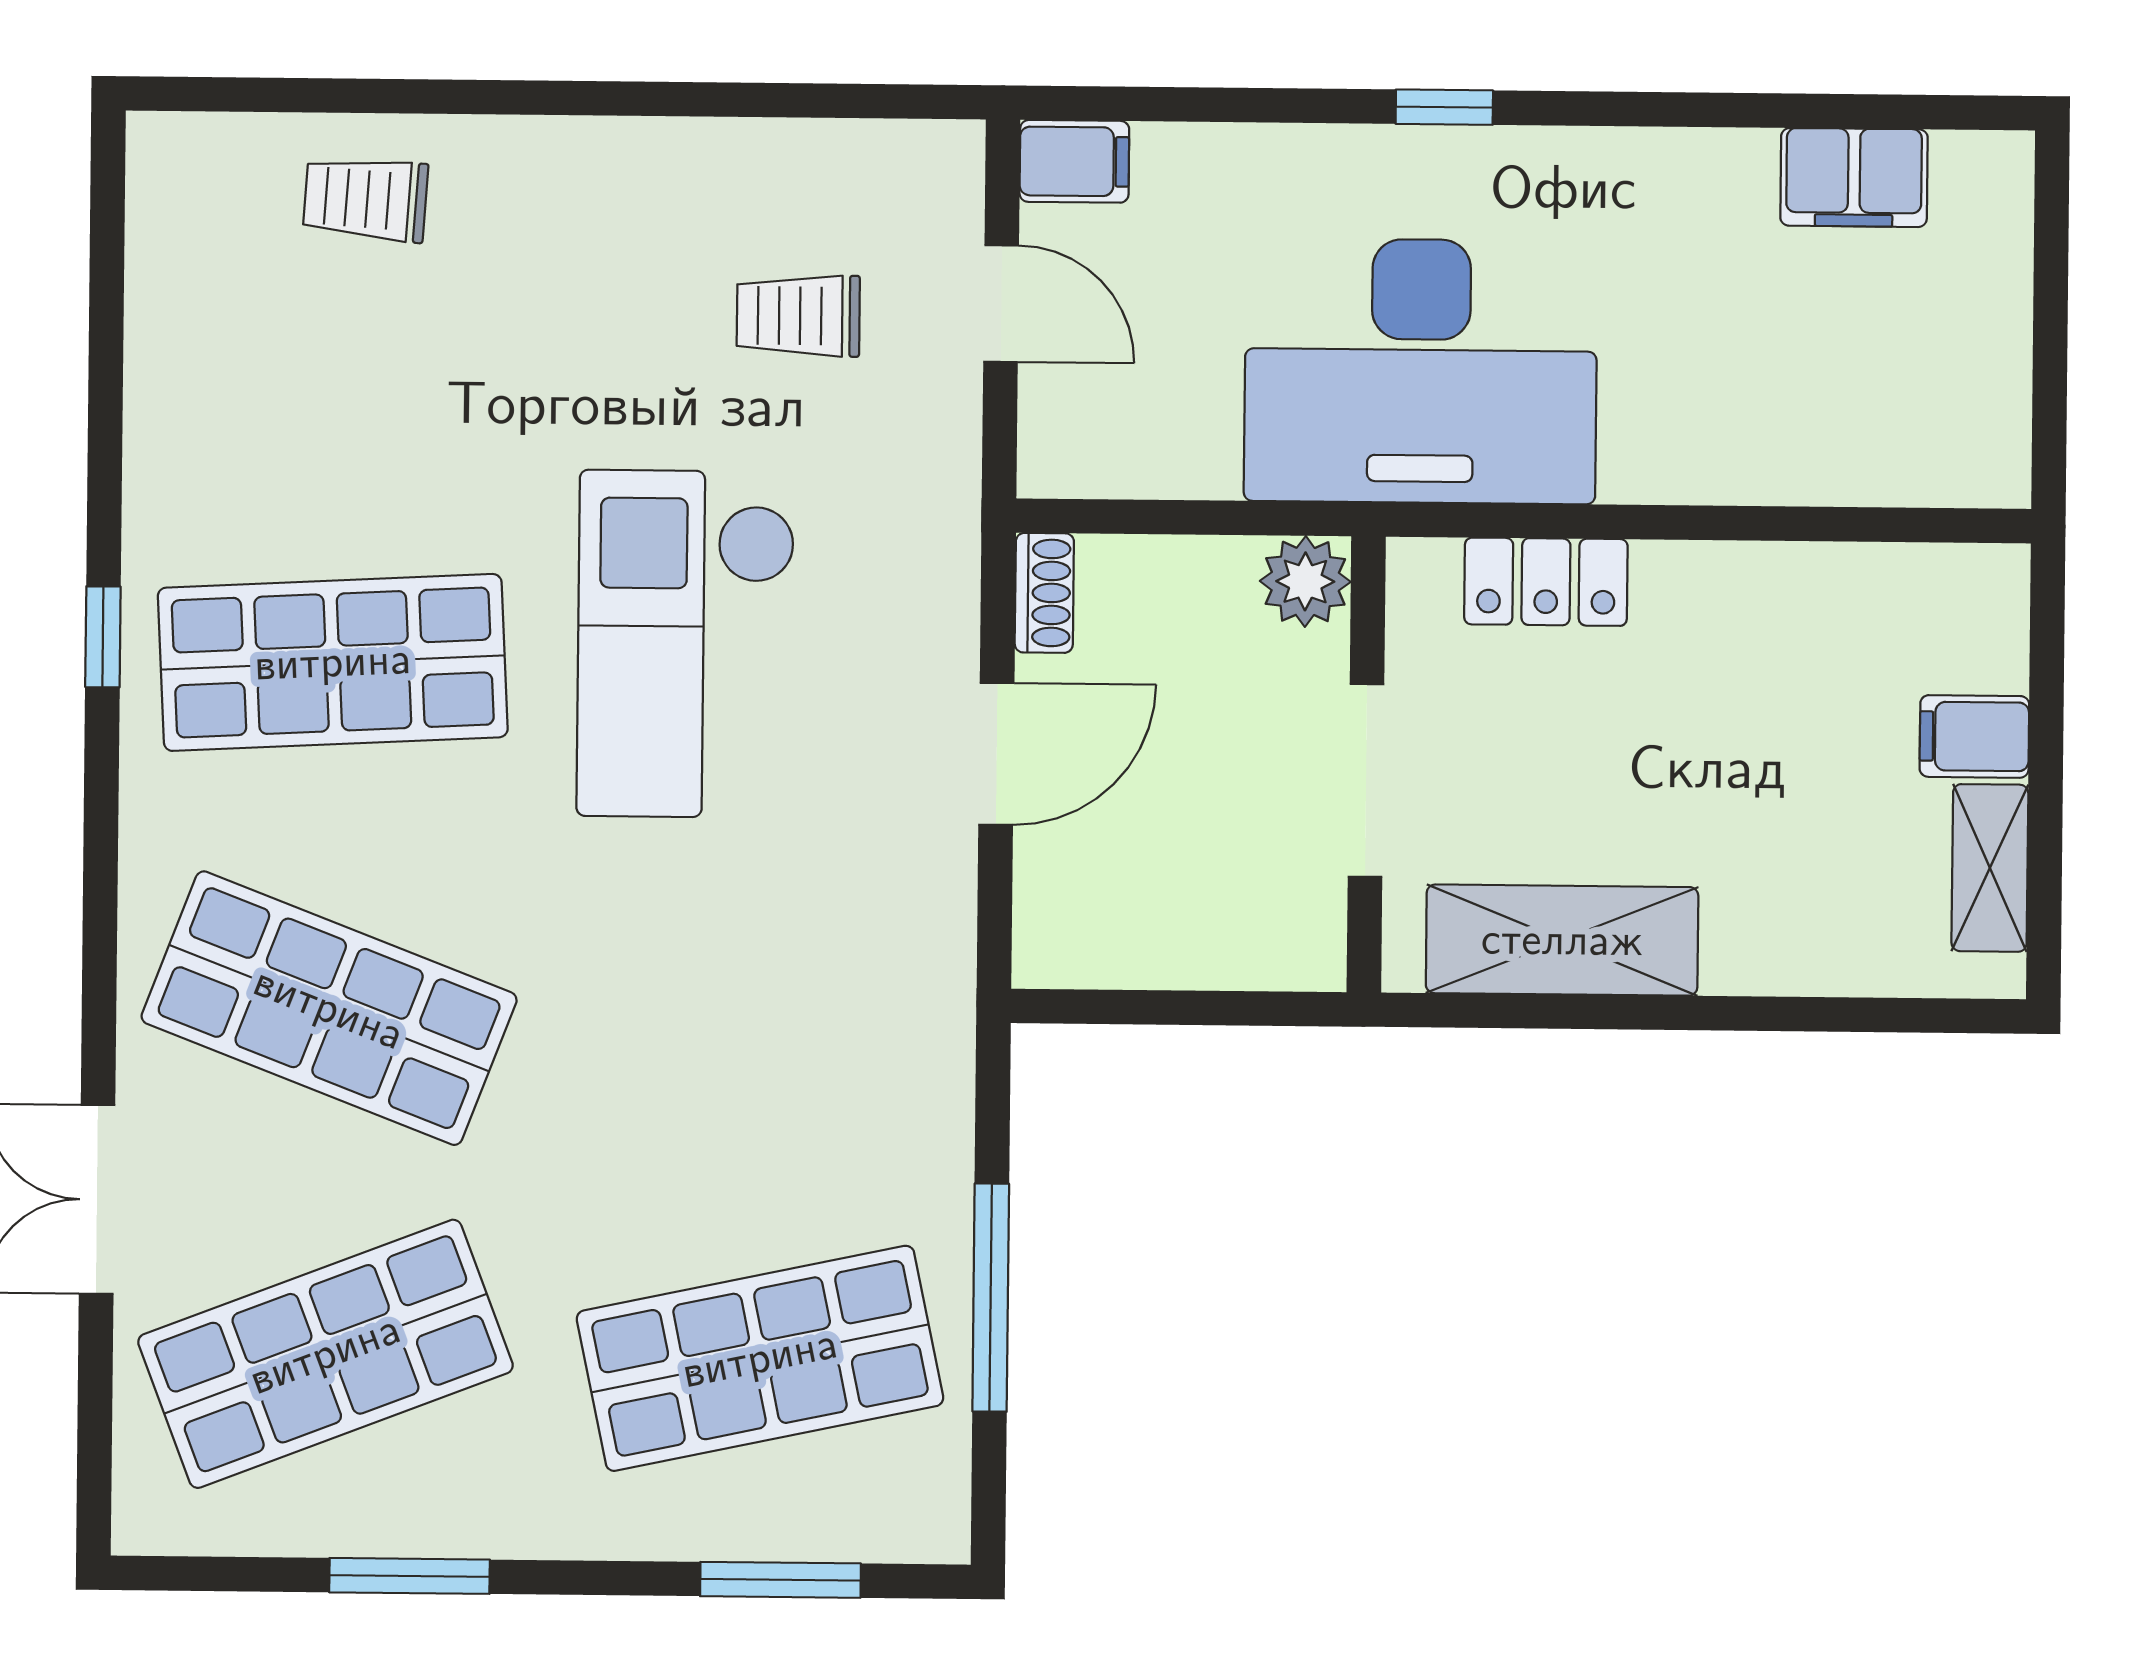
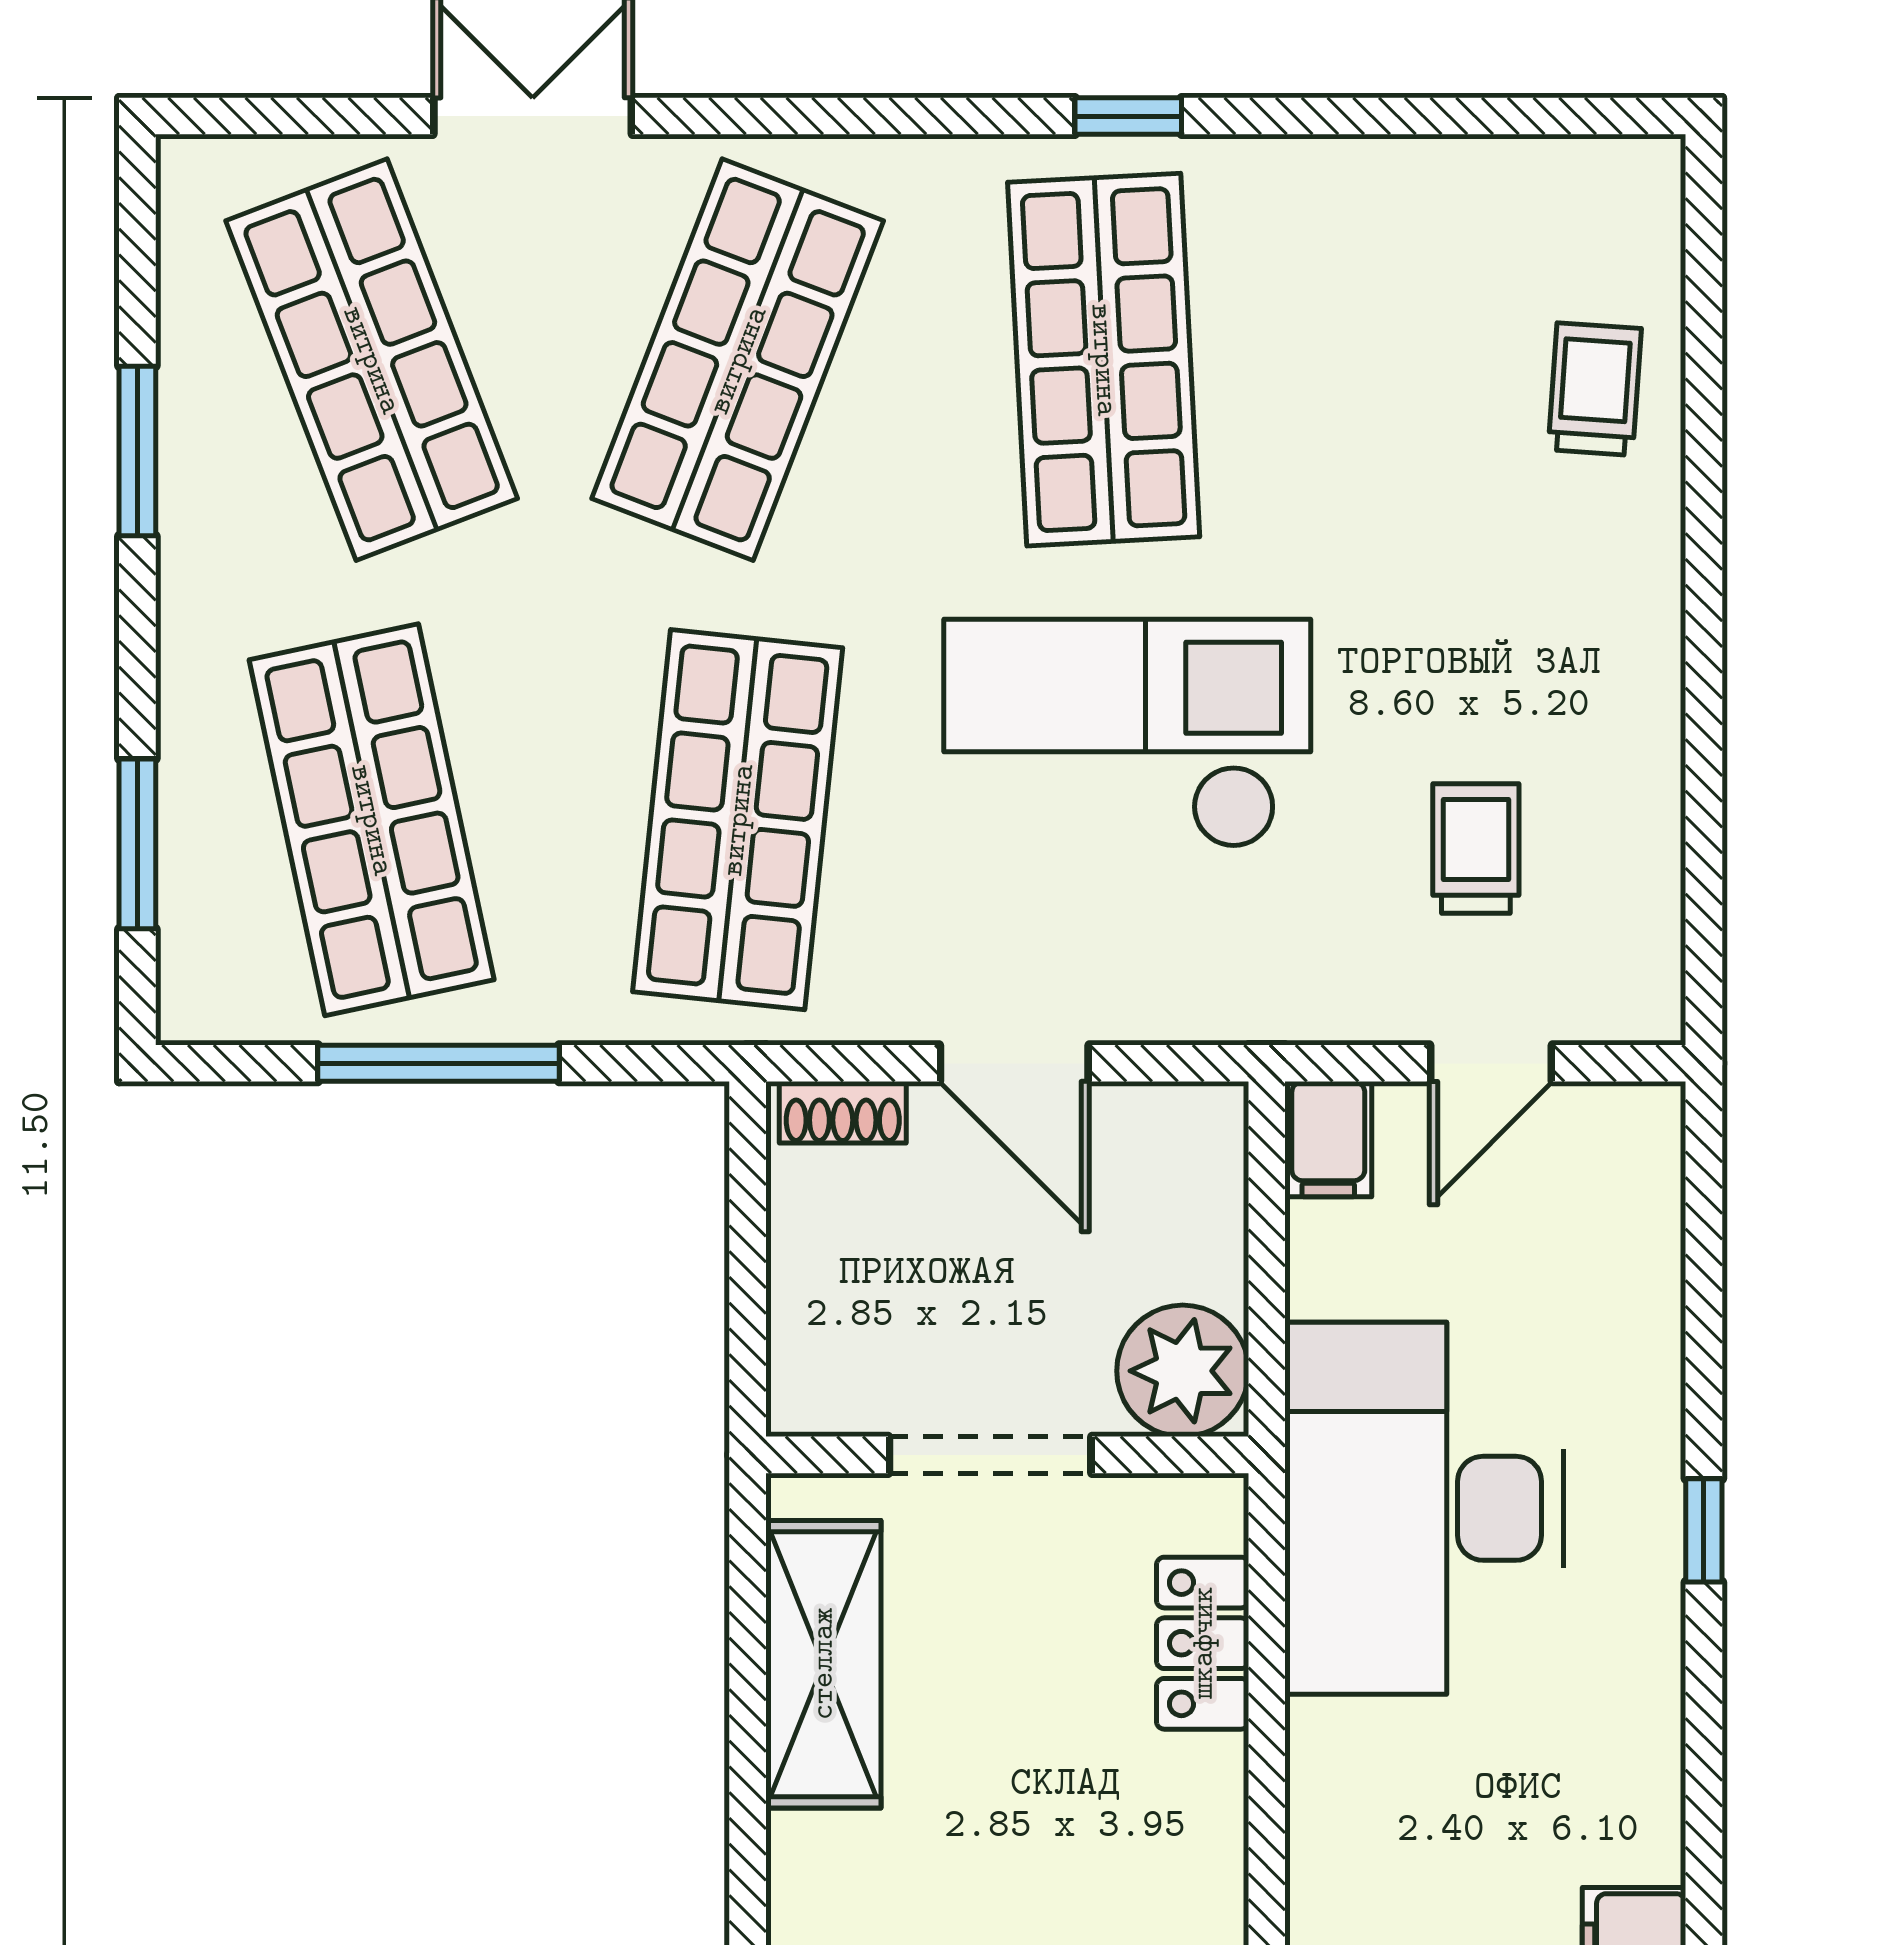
filing cabinet: (1074, 161) -> (1328, 1139), moved
plant: (1305, 581) -> (1183, 1371), width x1.36, depth x1.36
shoe rack: (1044, 593) -> (843, 1112), moved
shop shelf: (764, 1013) -> (738, 820), added

